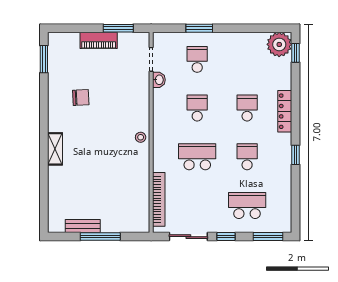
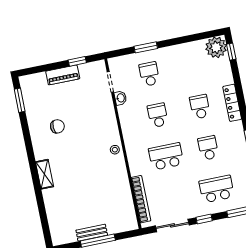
window: (118, 28) -> (77, 61), width x0.67
bench: (83, 226) -> (92, 233), moved

